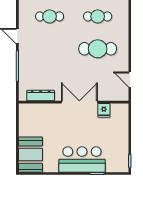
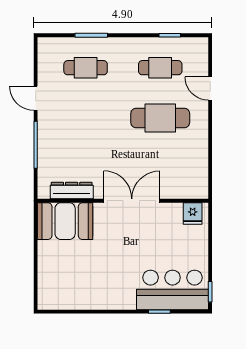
door: (130, 80) -> (210, 89), moved
fridge: (104, 110) -> (193, 214), moved
booth: (30, 155) -> (65, 221), moved, turned 90
bar counter: (82, 160) -> (173, 290), moved

